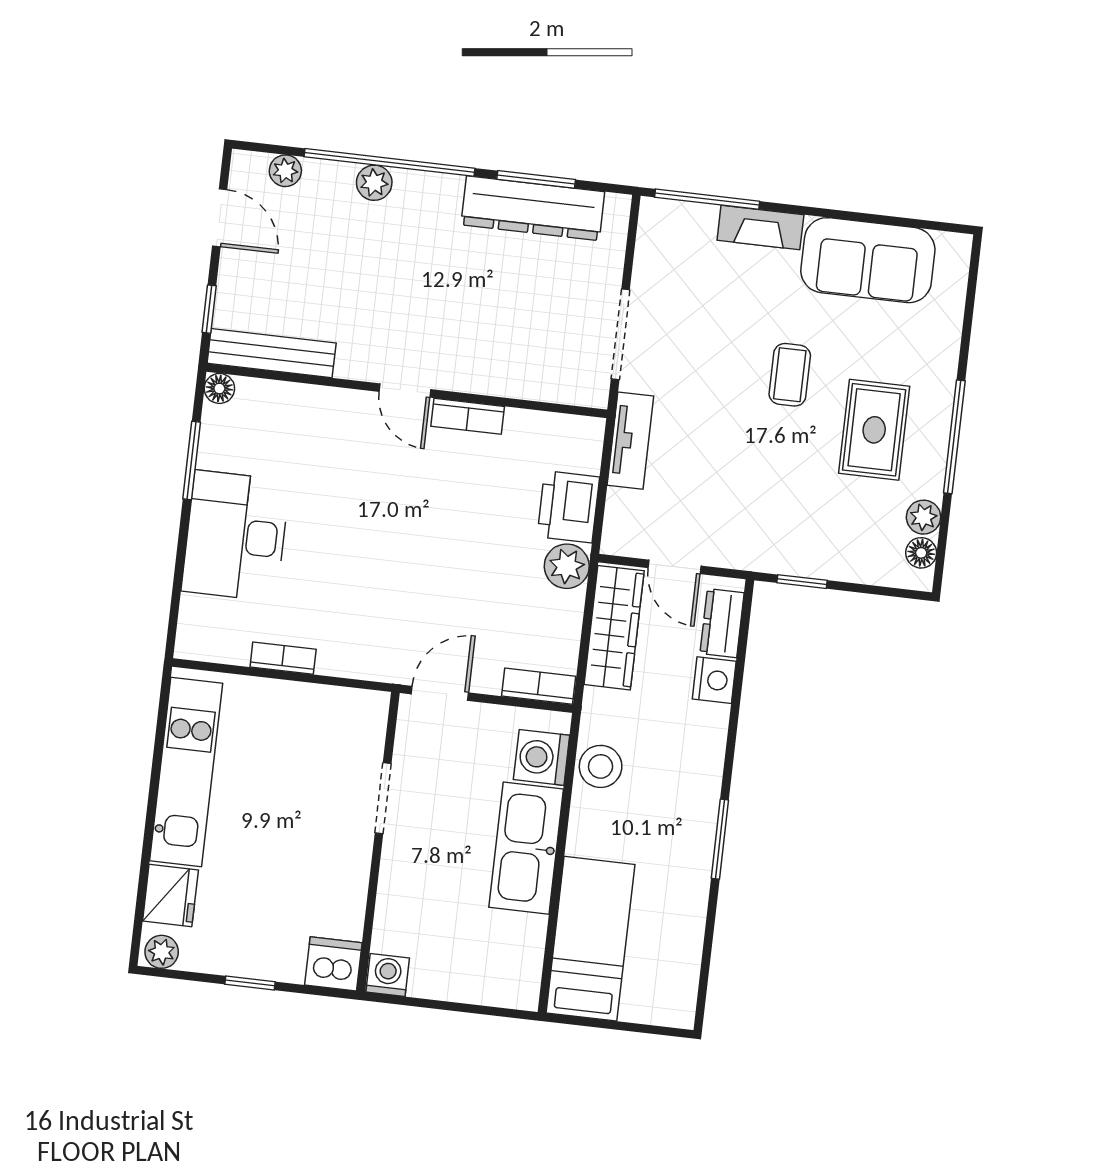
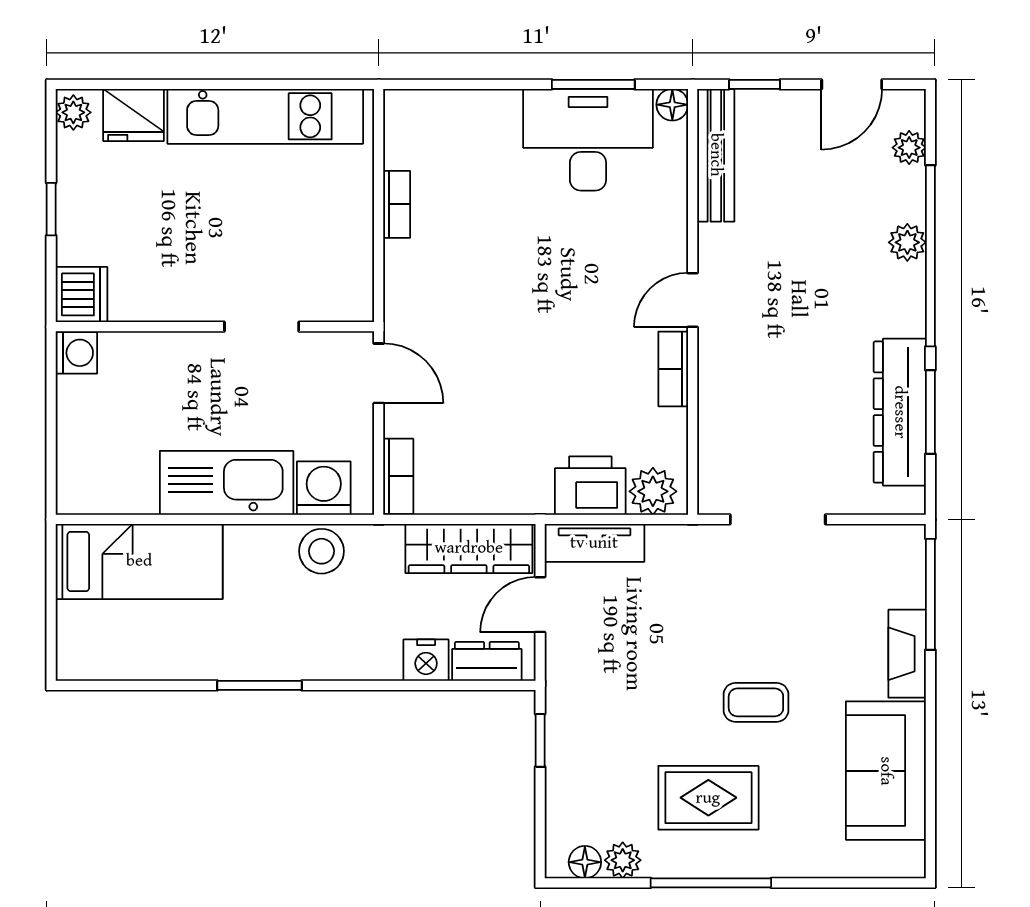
tv unit: (630, 441) -> (594, 543), moved
desk: (236, 536) -> (588, 140), moved
plant: (567, 566) -> (653, 491), moved

